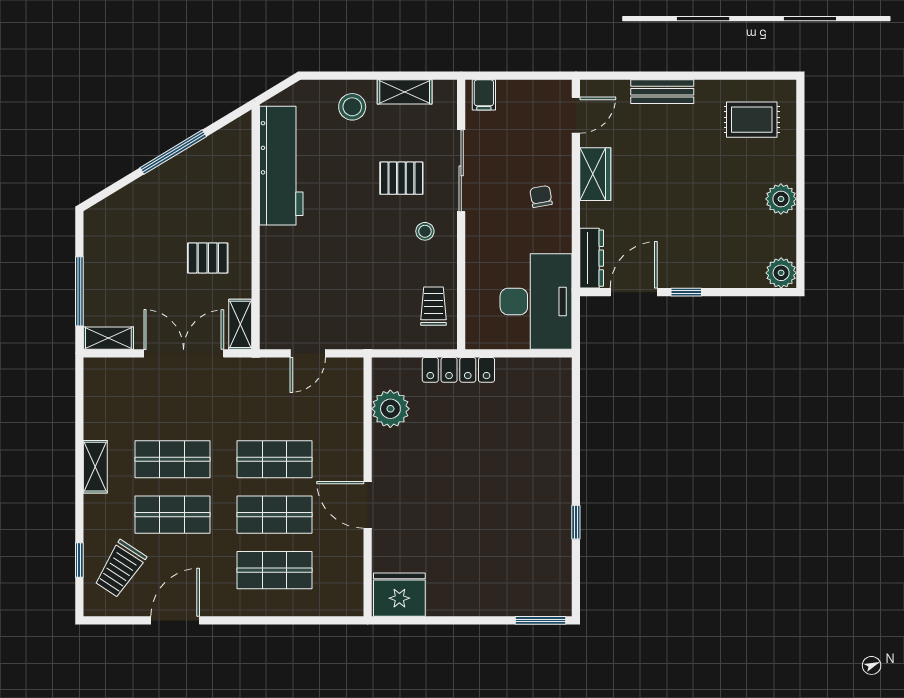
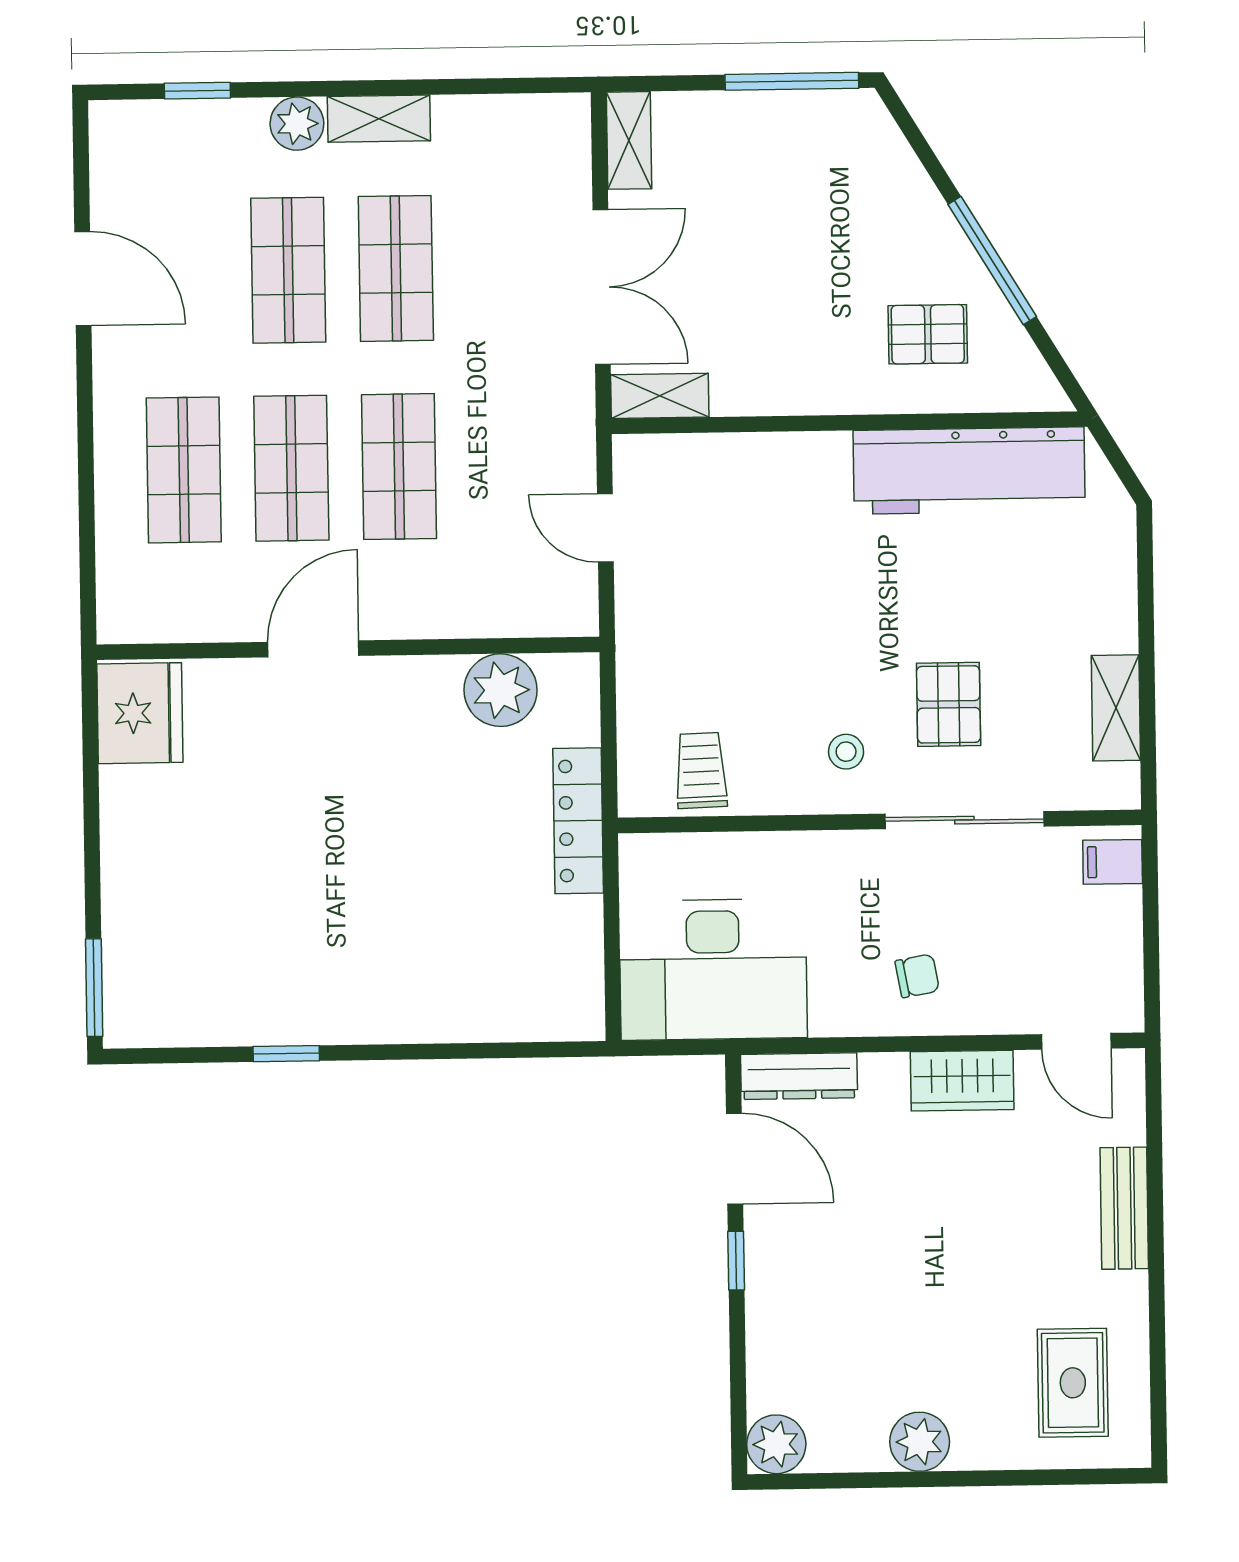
stool: (352, 107) -> (1085, 607), removed
pallet: (208, 258) -> (928, 334), moved, turned 90
window: (79, 291) -> (792, 81), moved
trolley: (433, 306) -> (701, 770), turned -92
plant: (97, 509) -> (297, 124), added
trolley: (120, 569) -> (182, 170), removed

